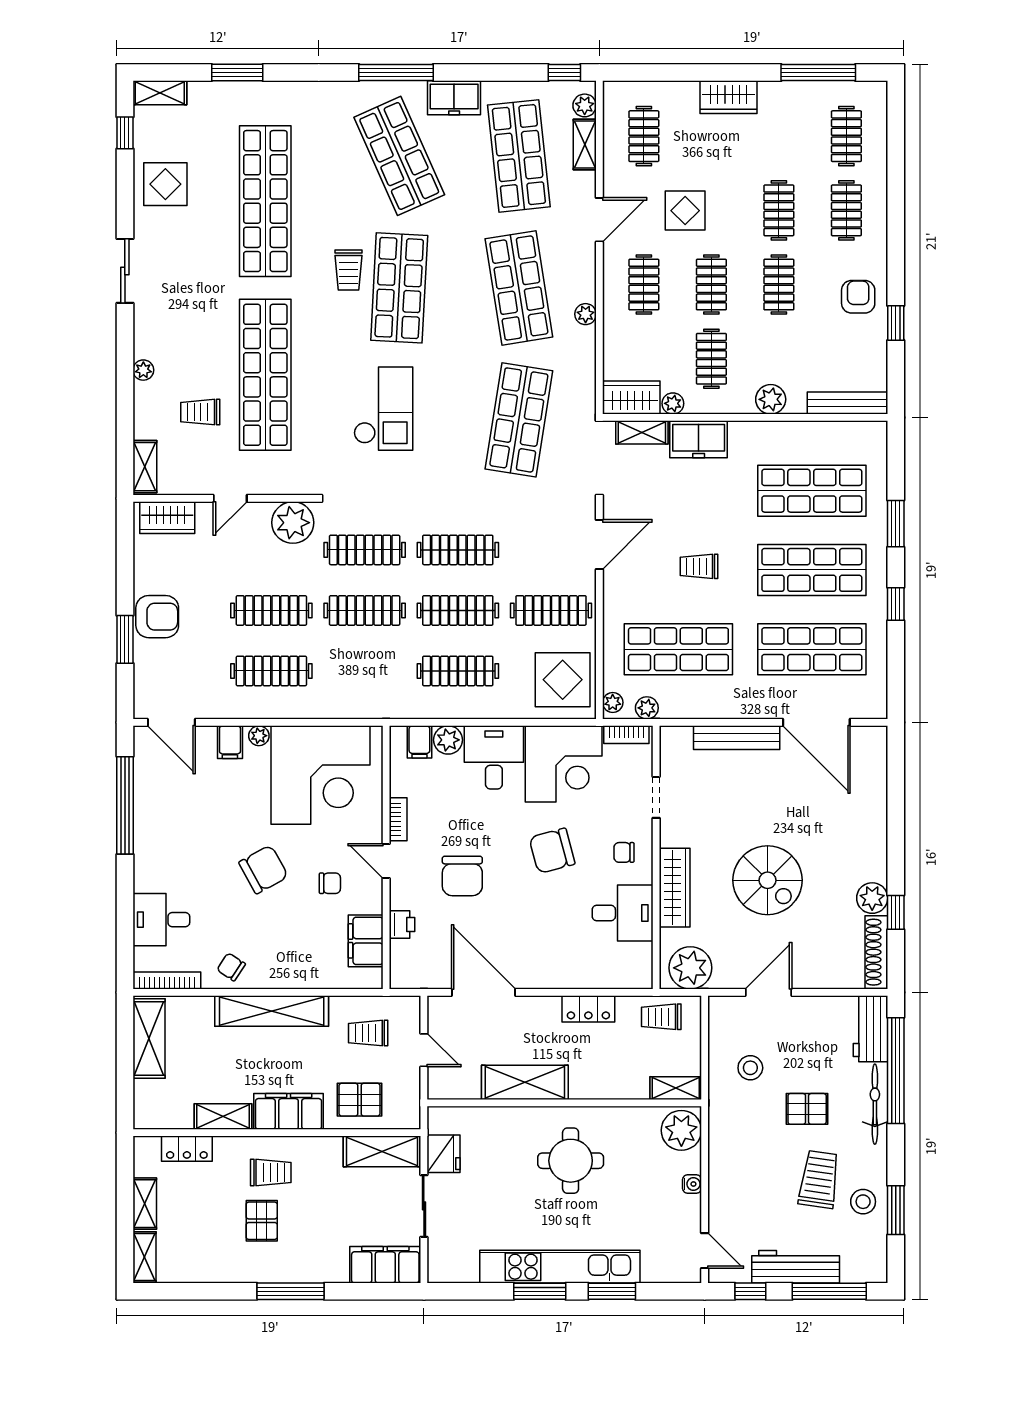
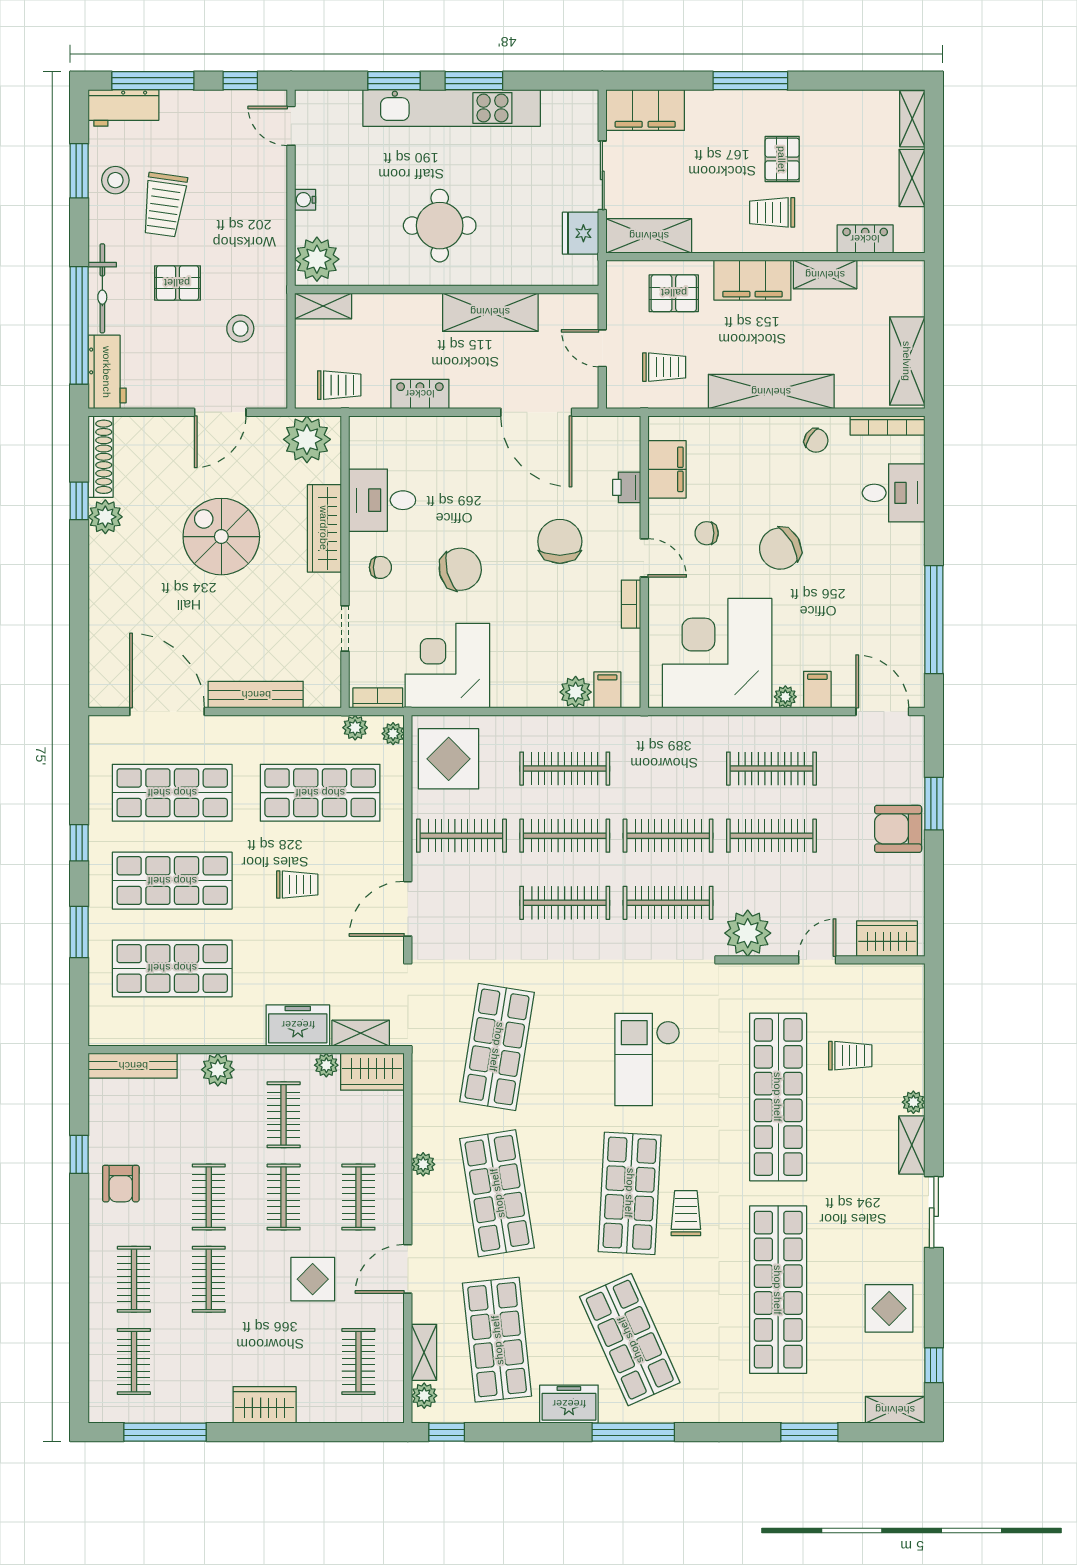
shelving: (145, 467) -> (912, 1145), moved
desk: (494, 757) -> (525, 673), removed
workbench: (796, 1267) -> (124, 108), moved, width x0.73

